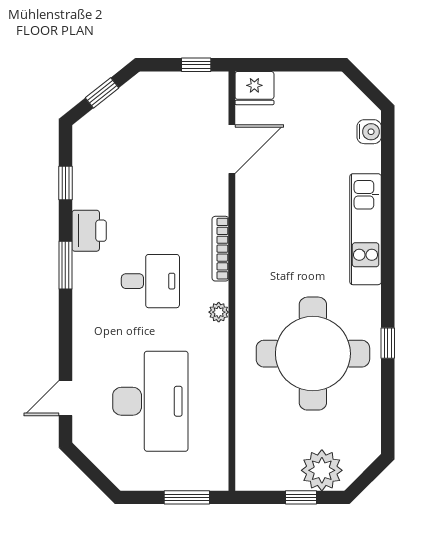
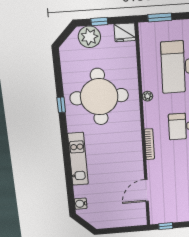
fridge: (254, 88) -> (125, 32), moved, turned 180
plant: (219, 312) -> (147, 96), moved

